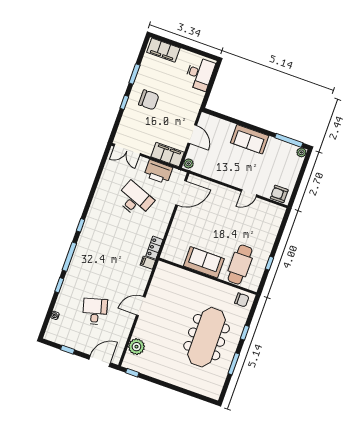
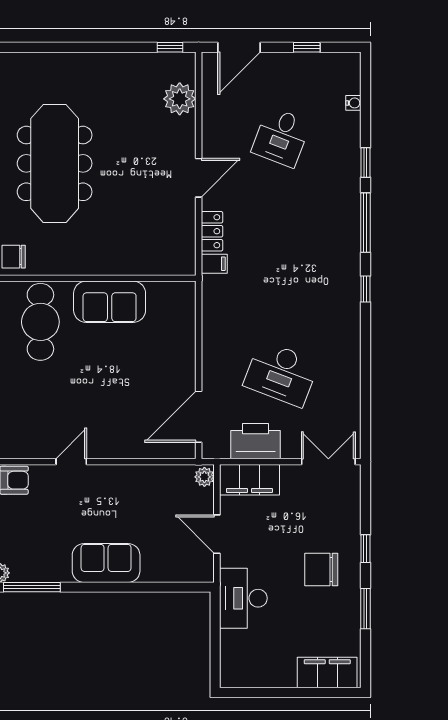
desk: (200, 74) -> (243, 598), moved
locker: (154, 248) -> (212, 231), moved
desk: (95, 311) -> (281, 137), turned 36

